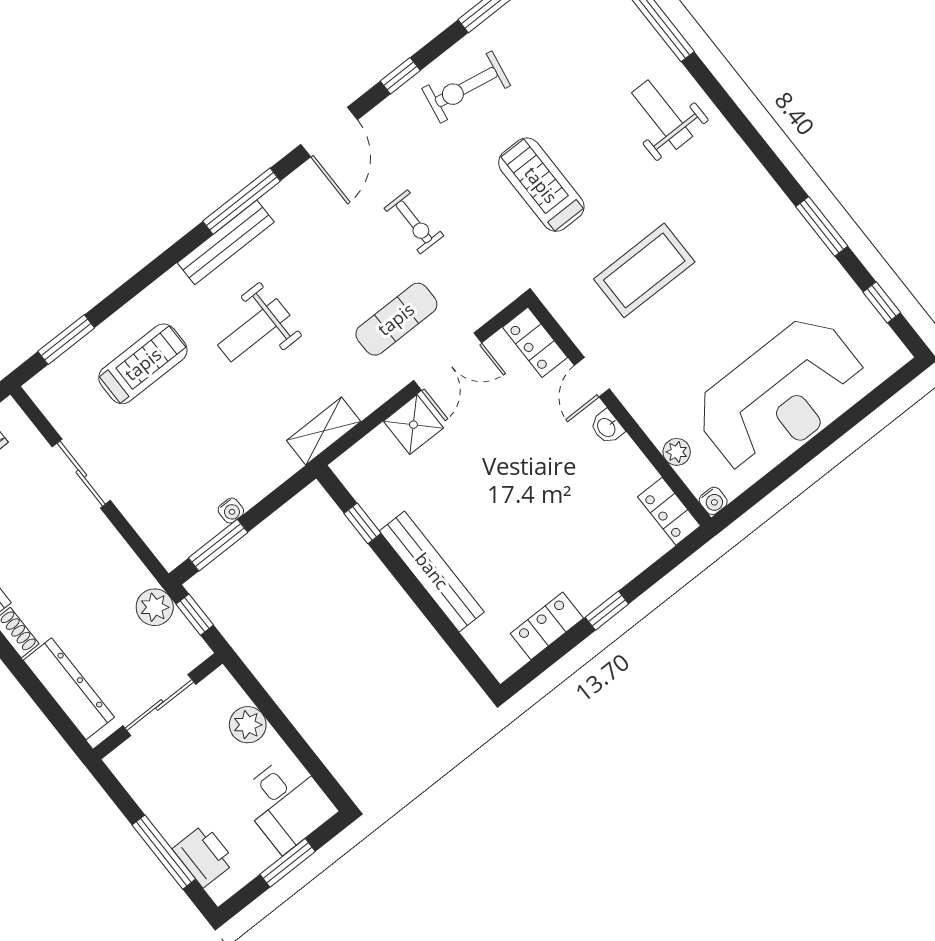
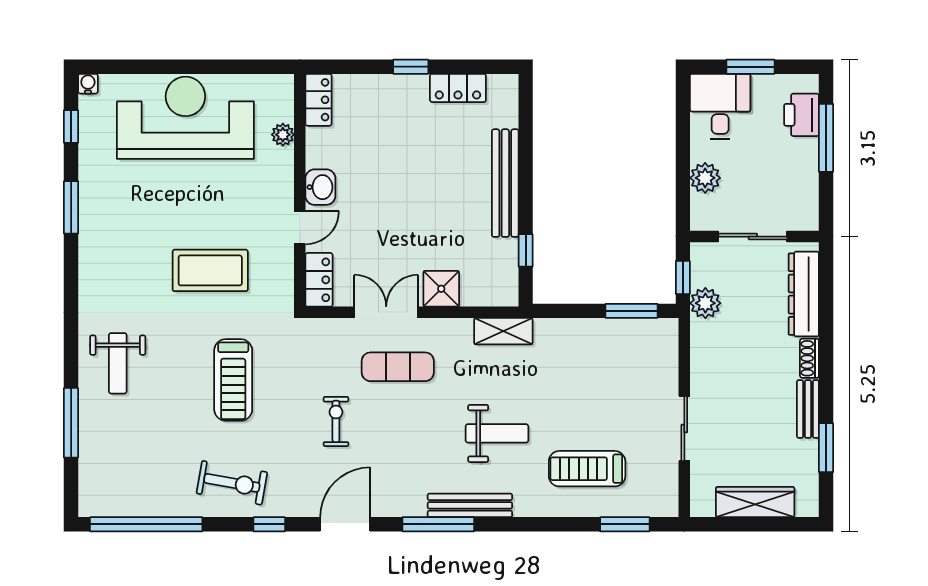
washbasin: (607, 427) -> (320, 187), width x1.38, depth x1.45
water cooler: (713, 501) -> (88, 84), moved
water cooler: (231, 511) -> (605, 327), removed

